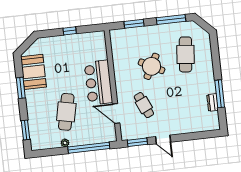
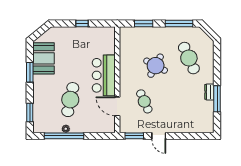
cafe table: (185, 54) -> (189, 58), turned -30
dresser: (213, 102) -> (209, 92), moved
window: (89, 148) -> (64, 136), moved

